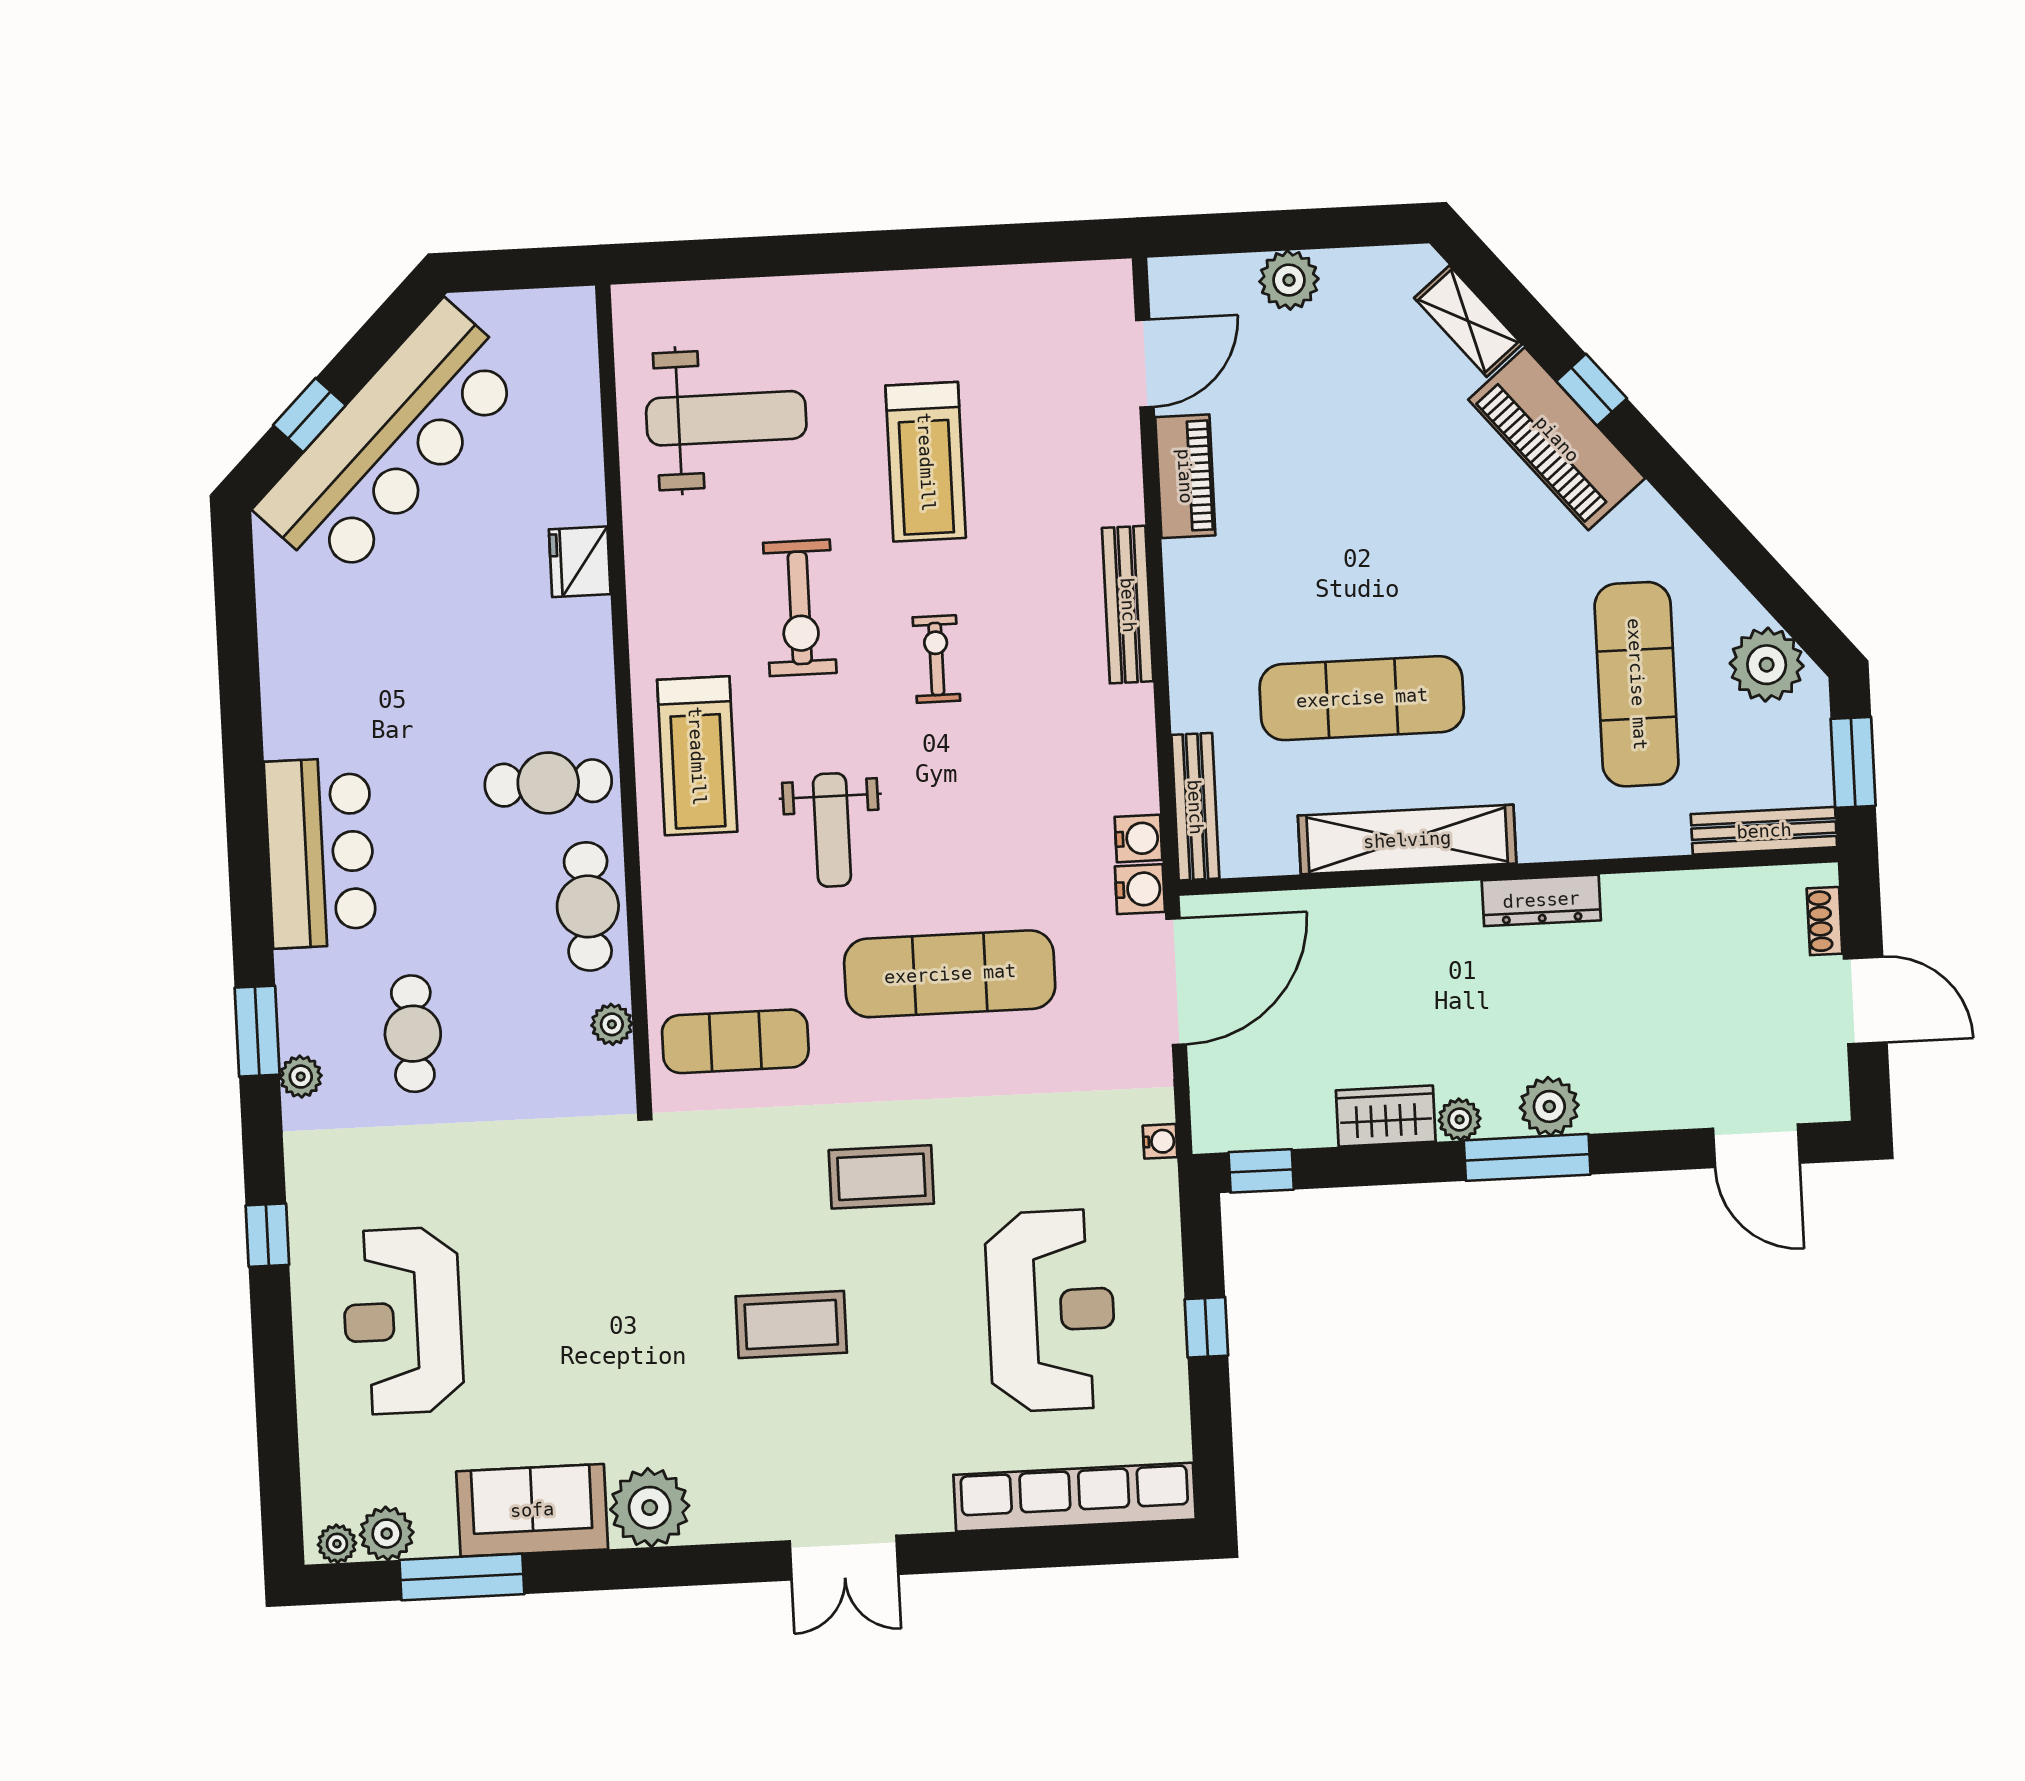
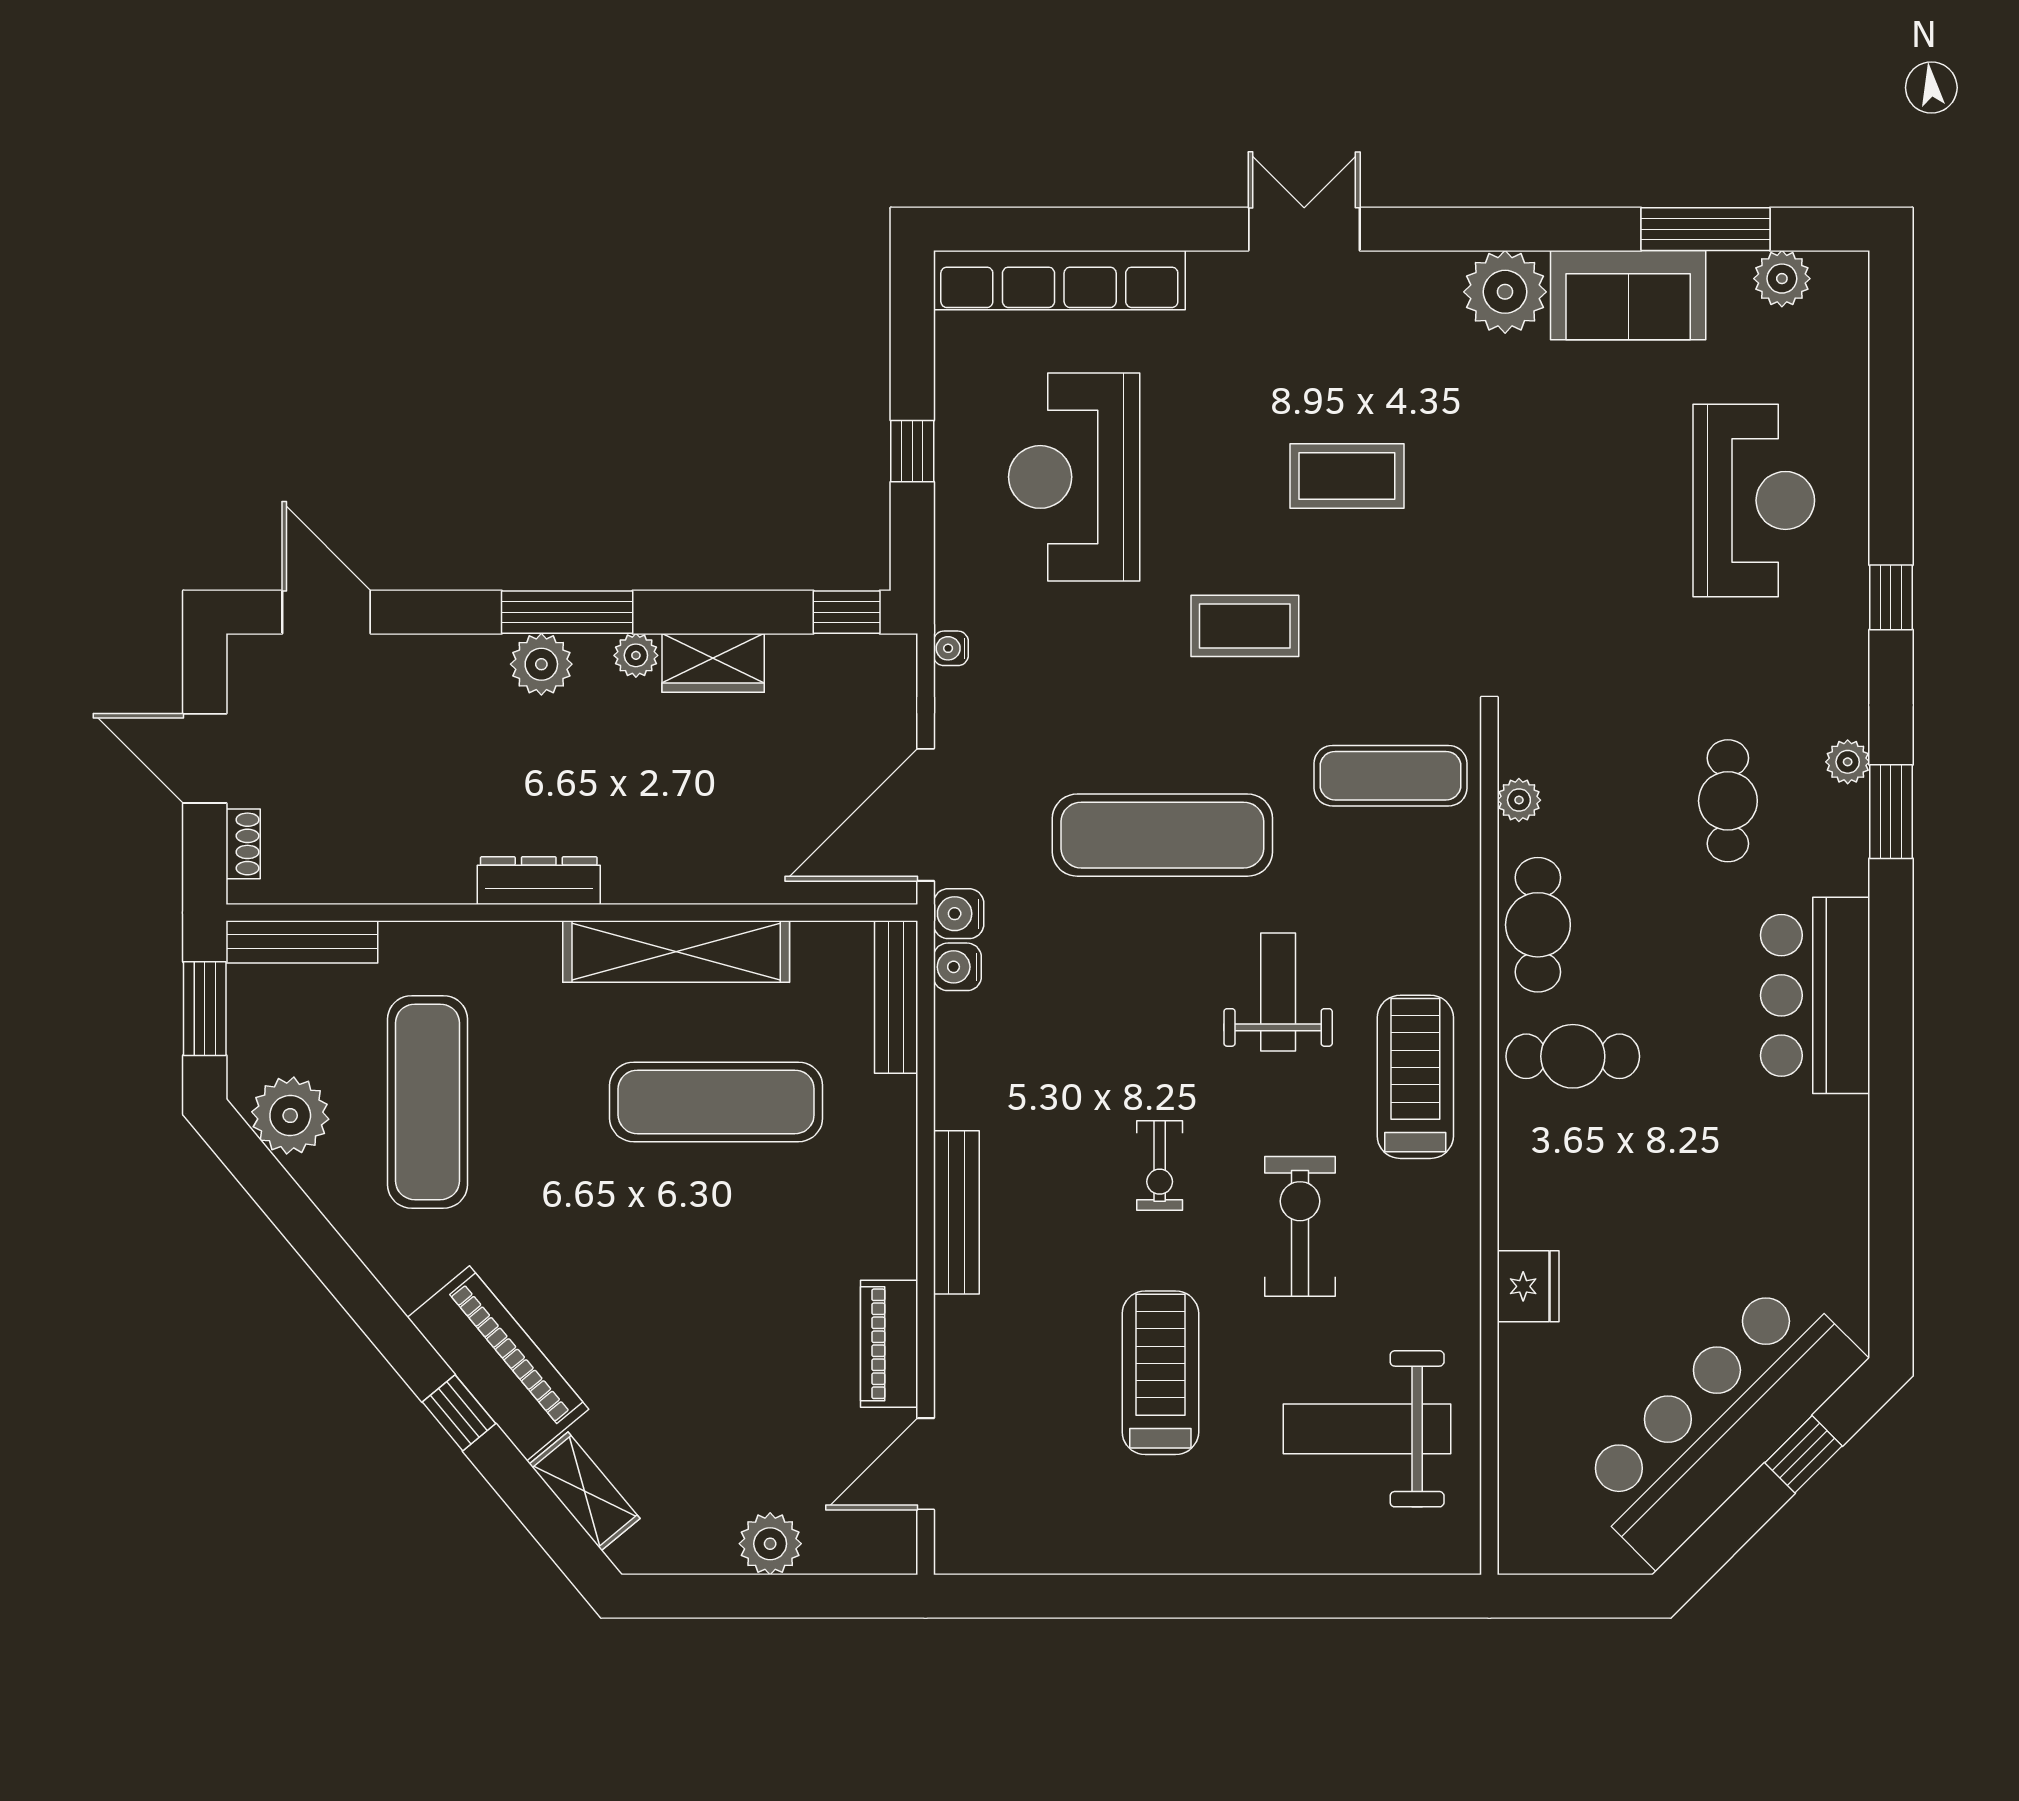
plant: (337, 1544) -> (1834, 270), removed

